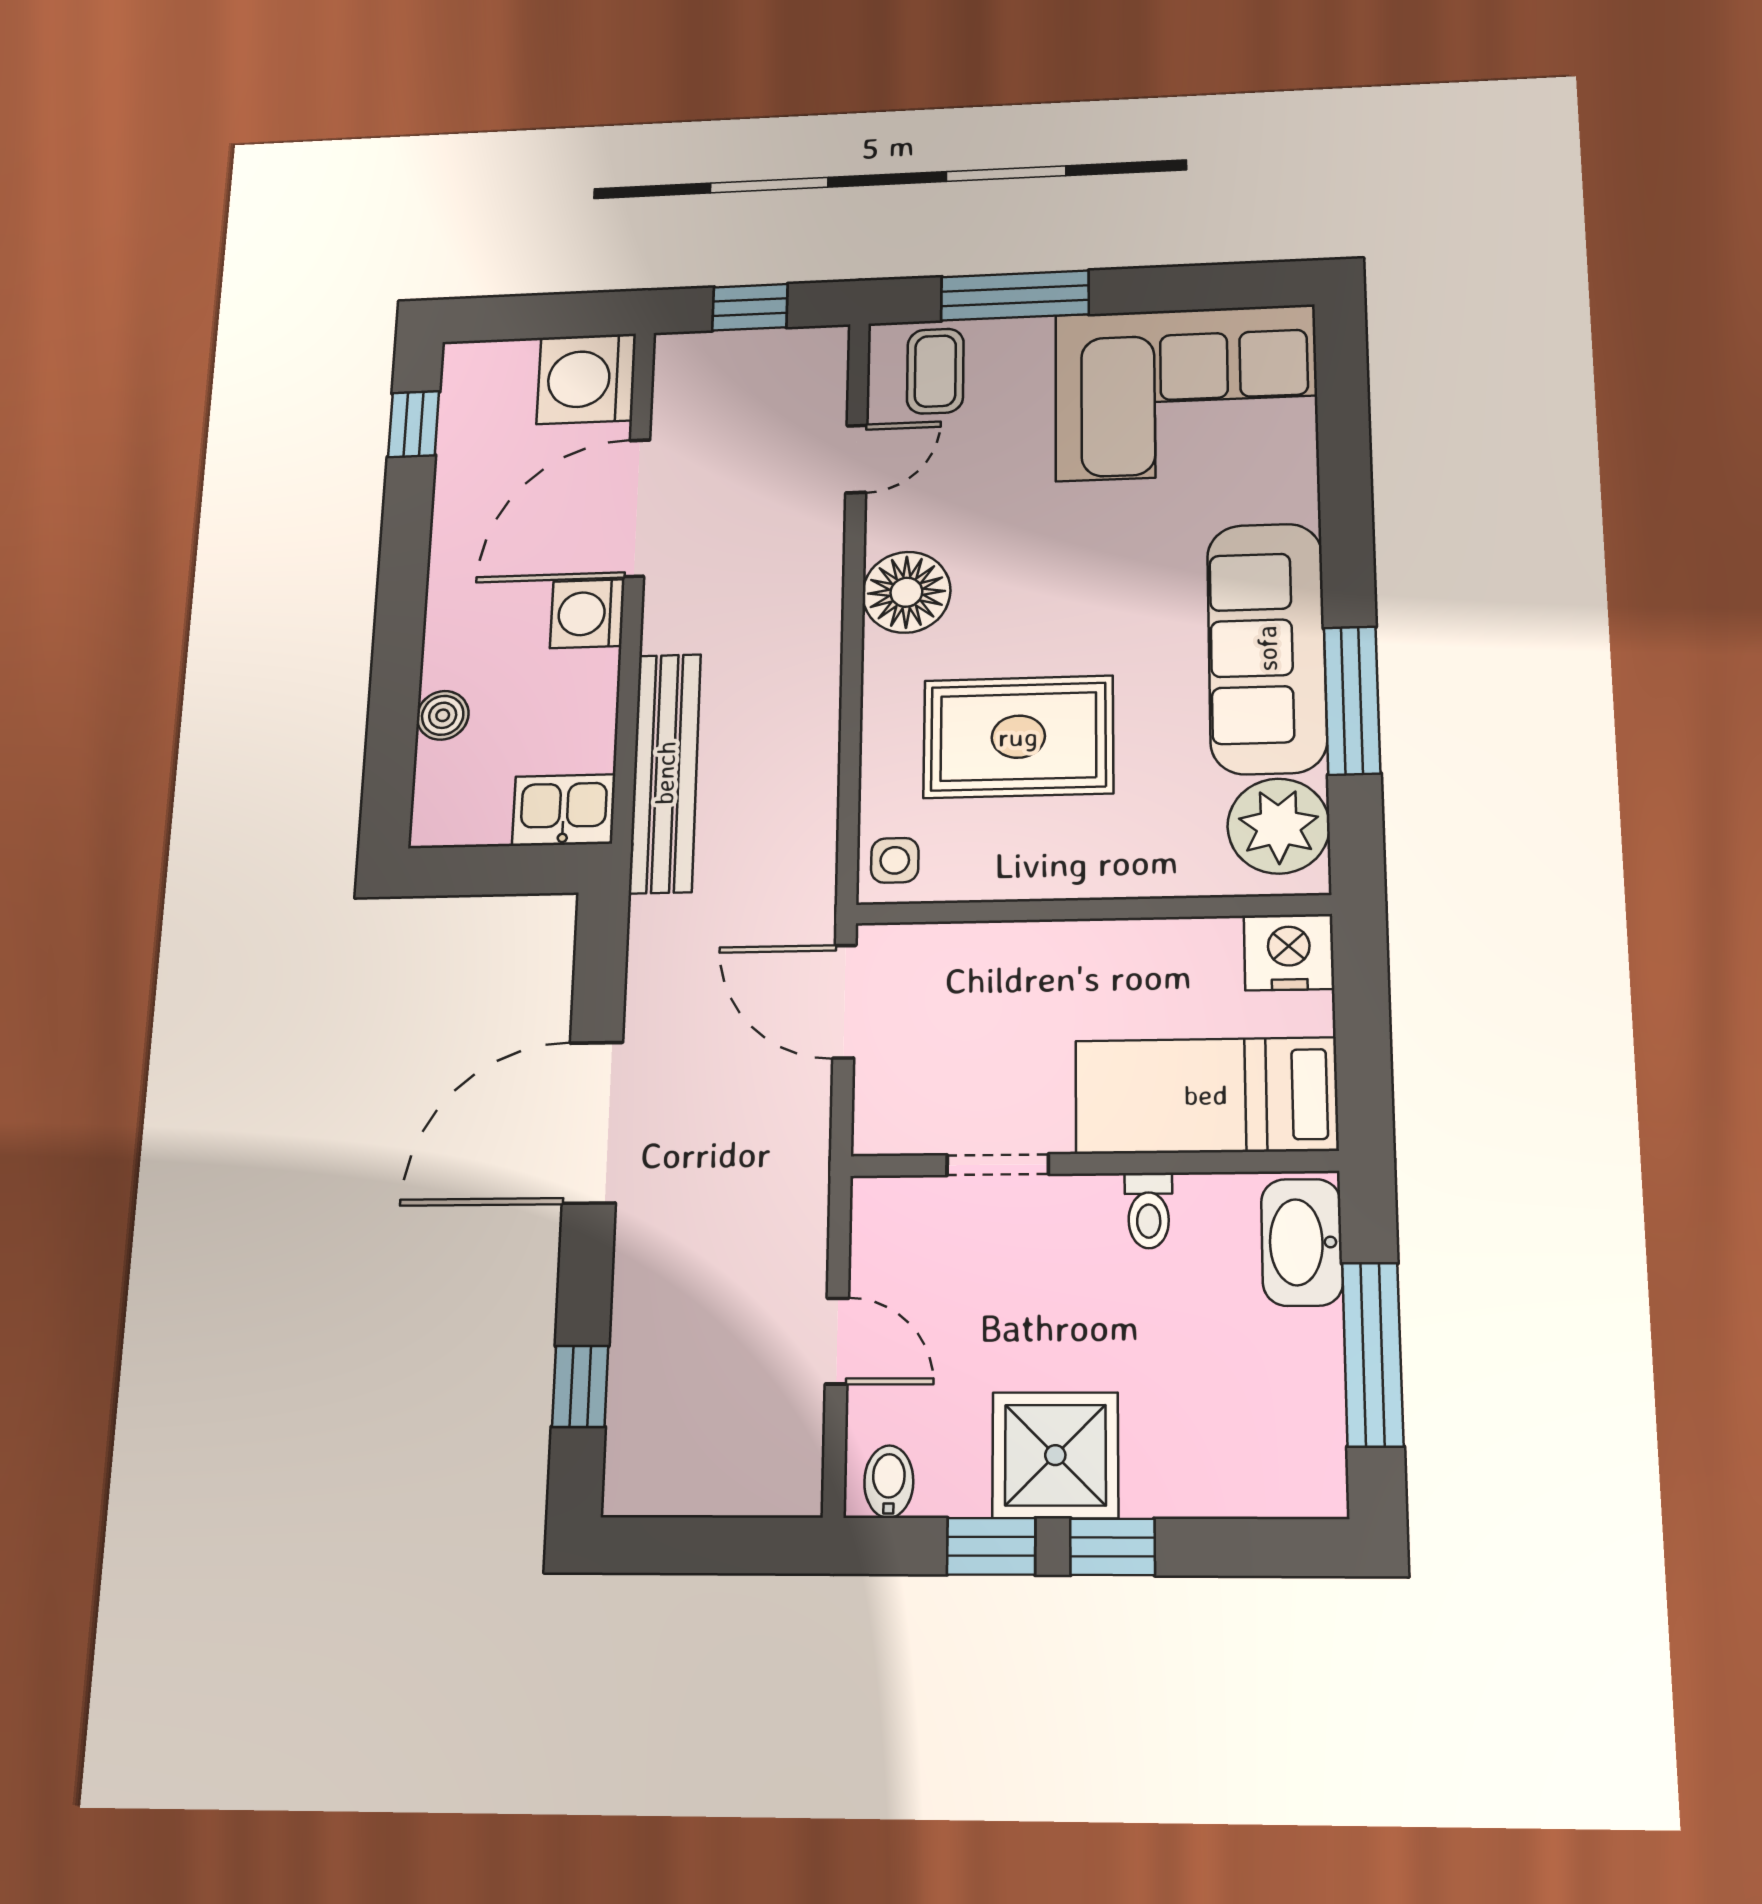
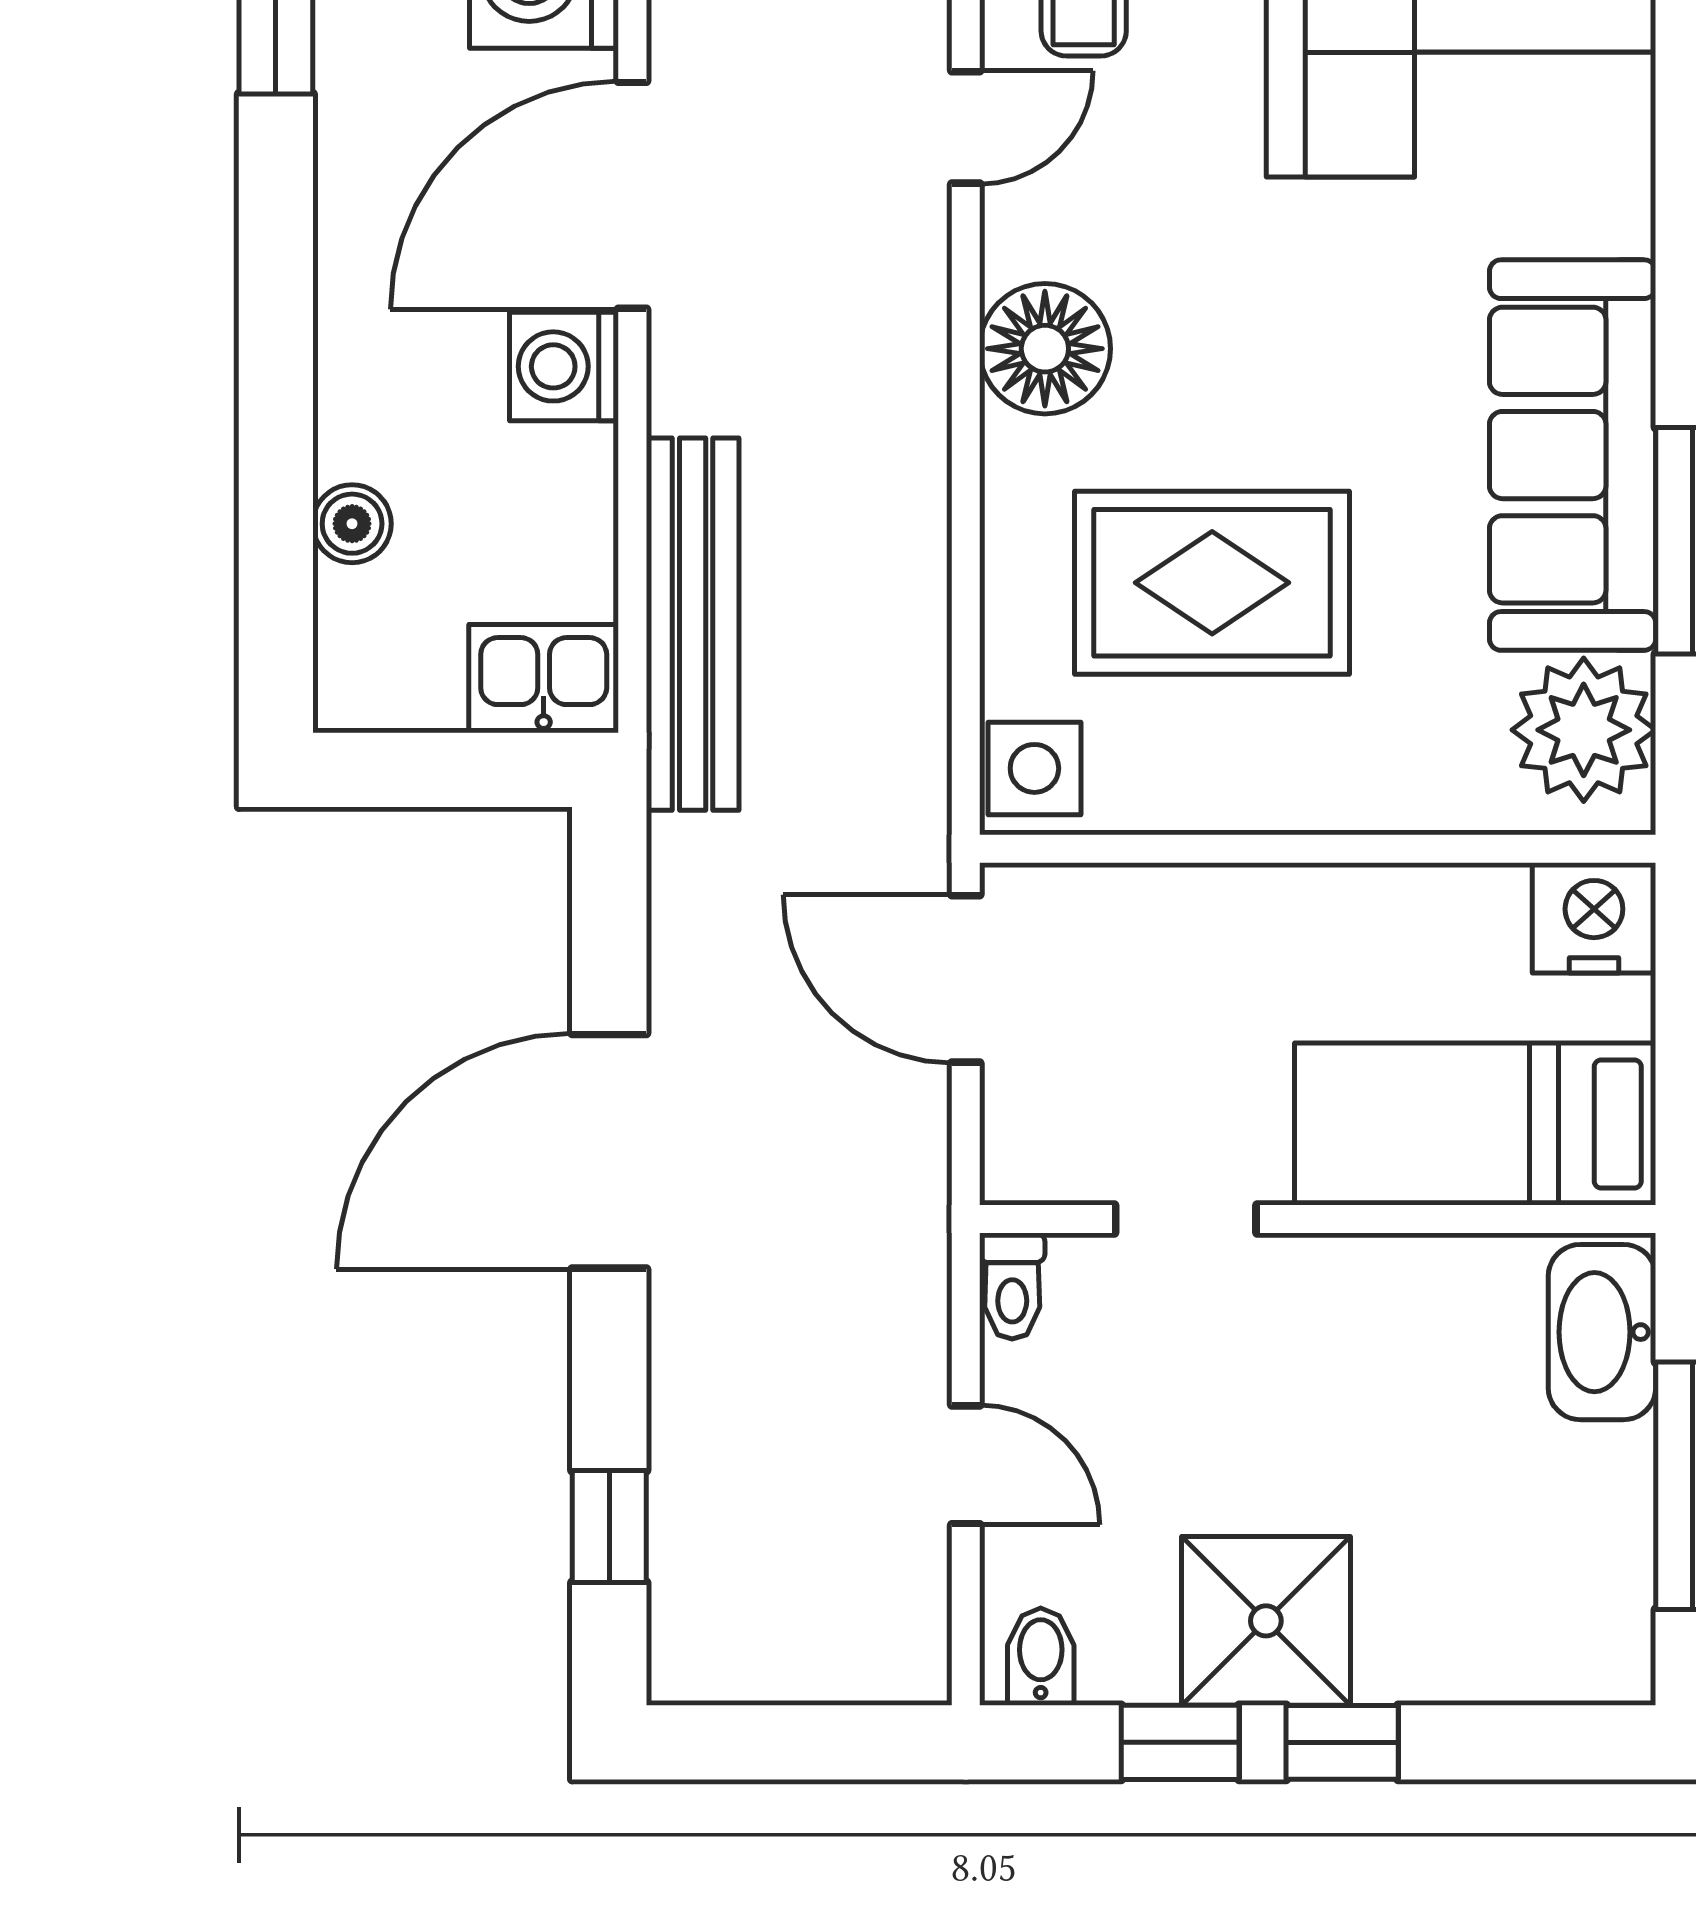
side table: (895, 860) -> (1034, 768), width x1.37, depth x1.37
toilet: (1149, 1210) -> (1012, 1286), moved

